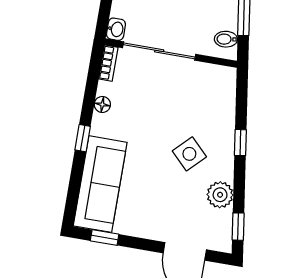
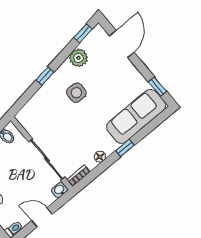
side table: (189, 154) -> (76, 93), turned 45

